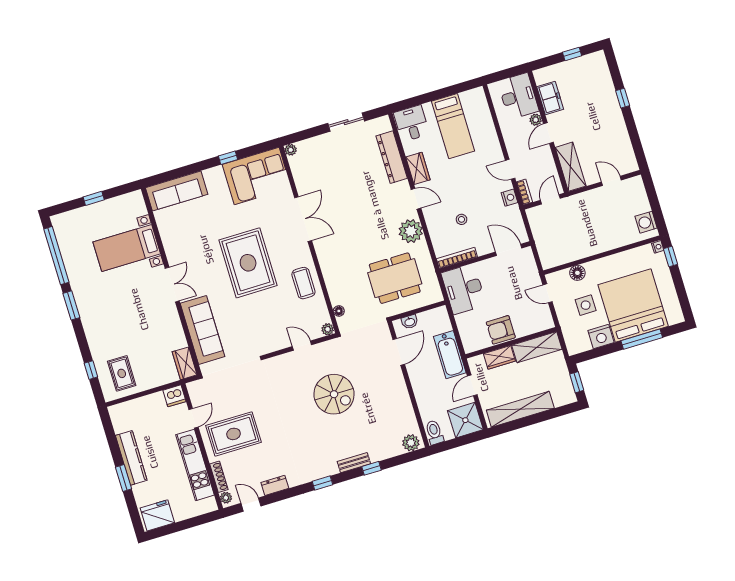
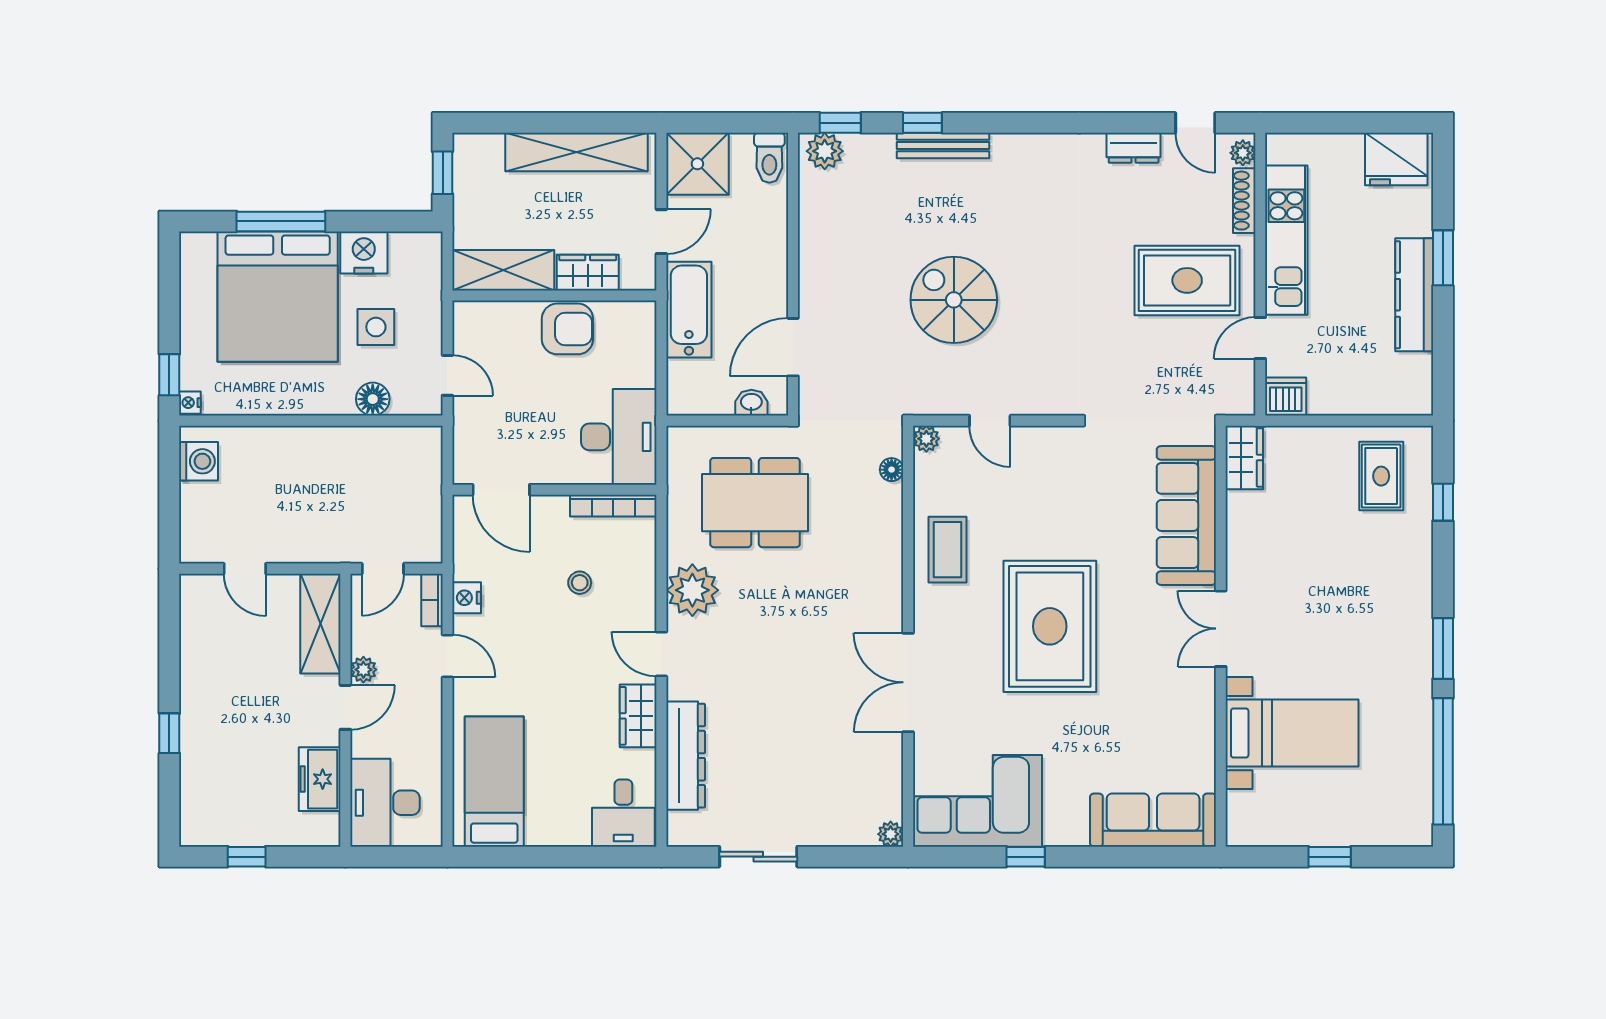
plant: (536, 120) -> (363, 670), moved
bed: (453, 126) -> (494, 782), moved
bench: (354, 463) -> (943, 146), width x1.36
window: (322, 483) -> (840, 123), moved

